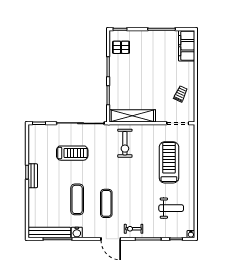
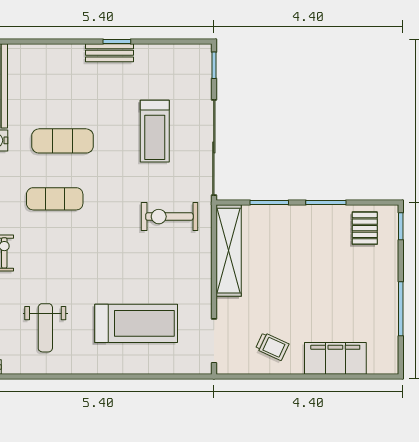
filing cabinet: (187, 46) -> (335, 358), moved
exercise bike: (125, 143) -> (169, 217), moved

